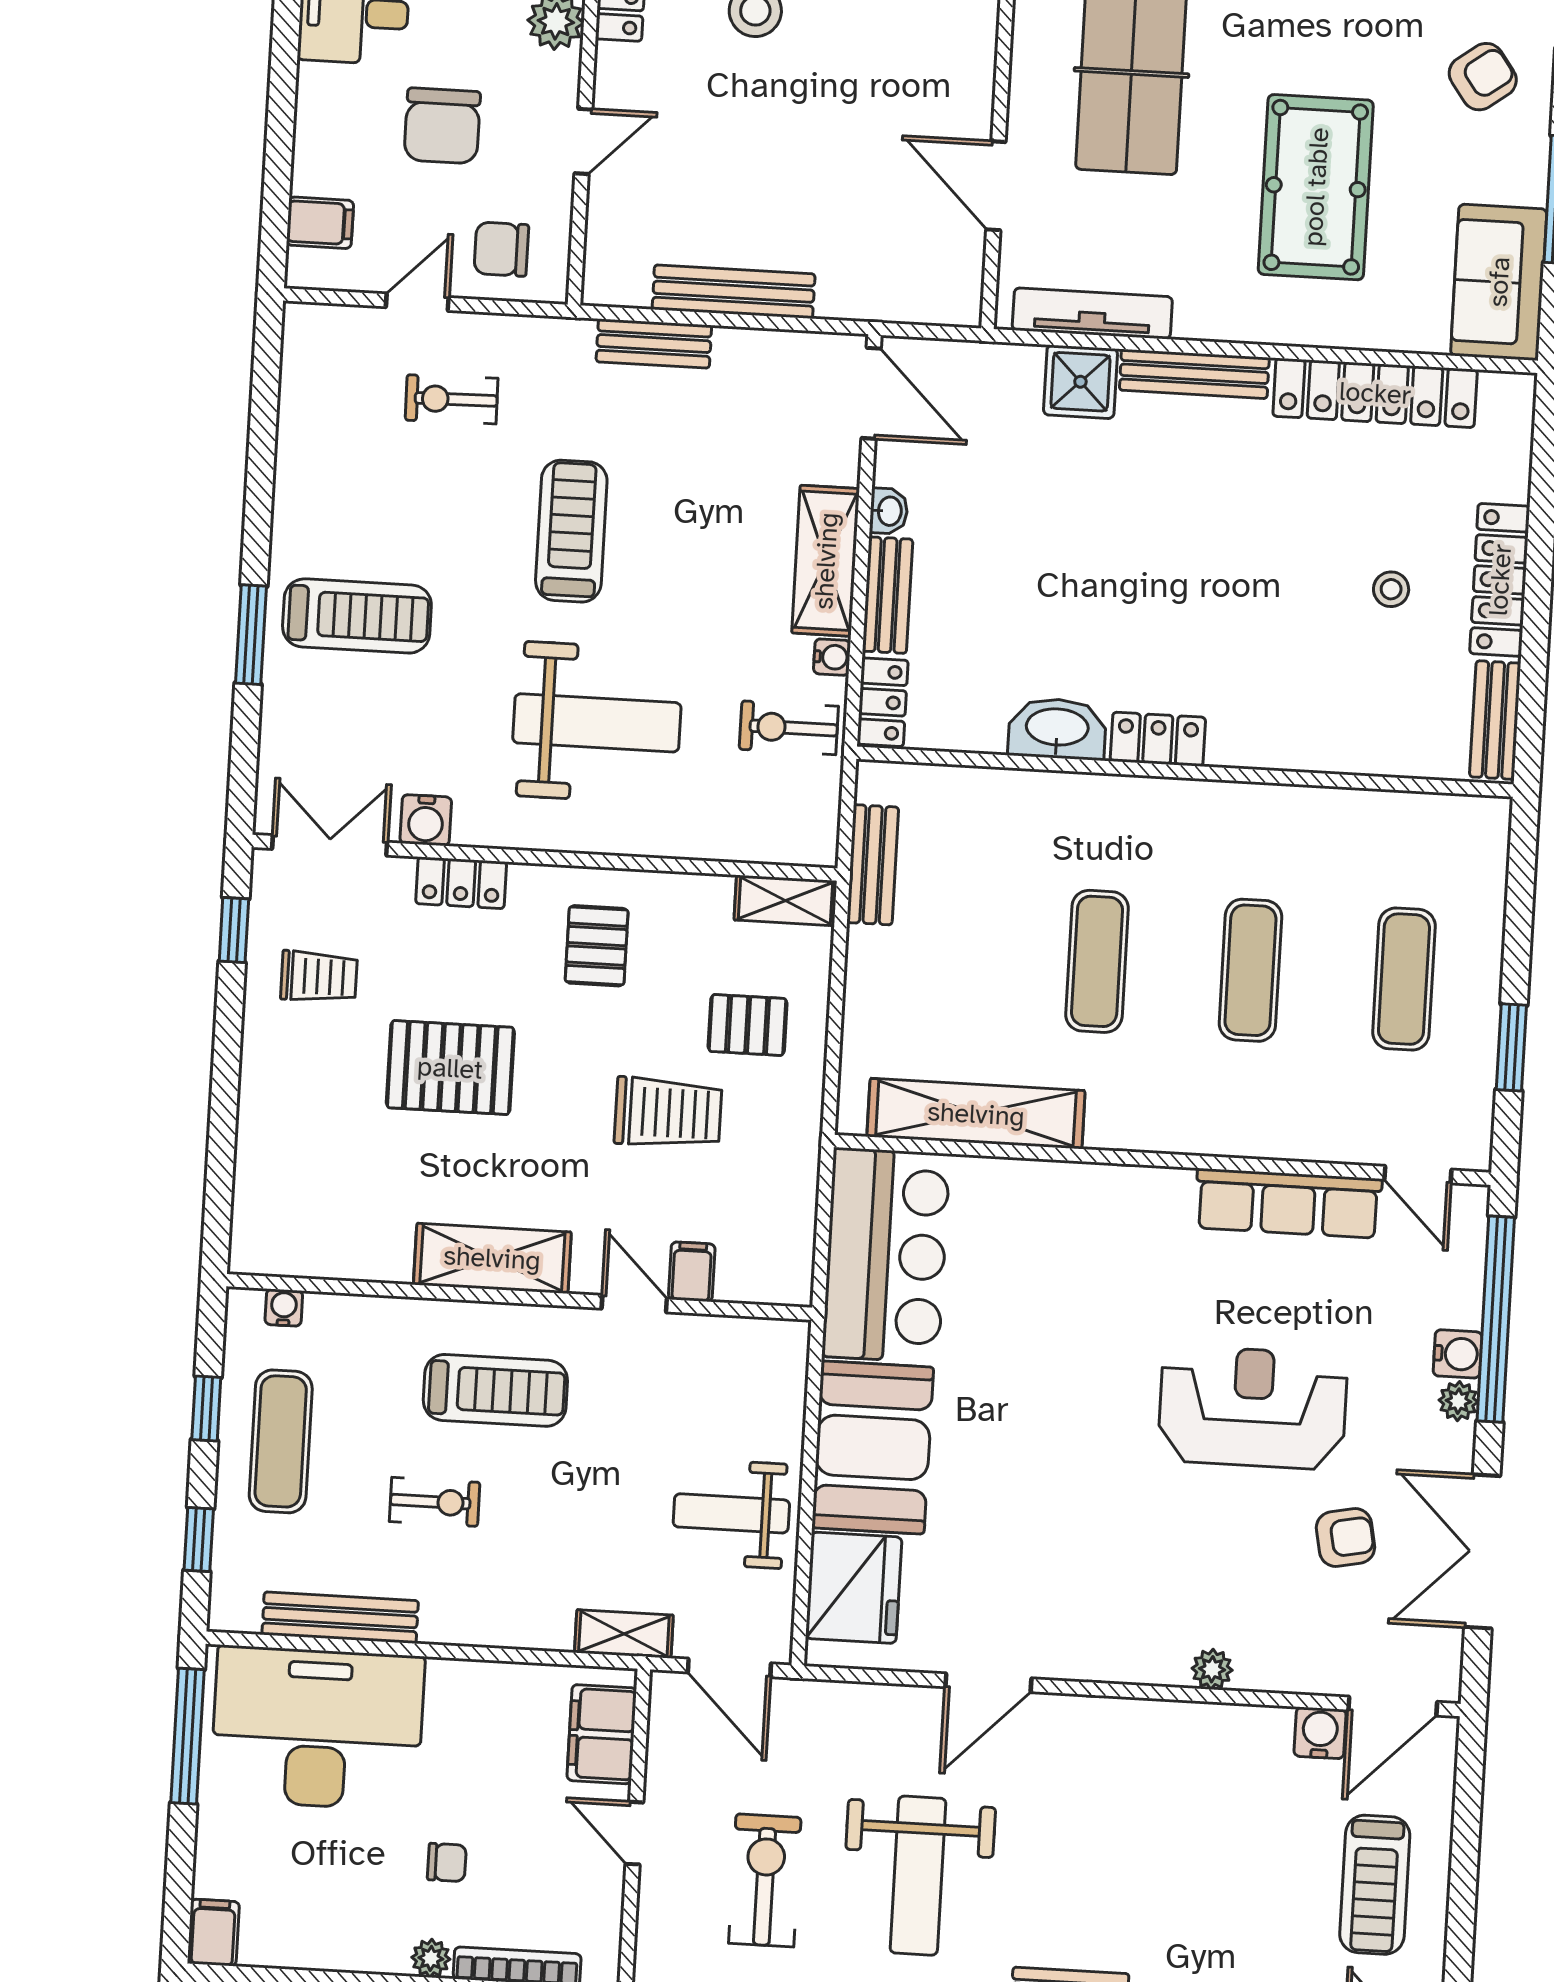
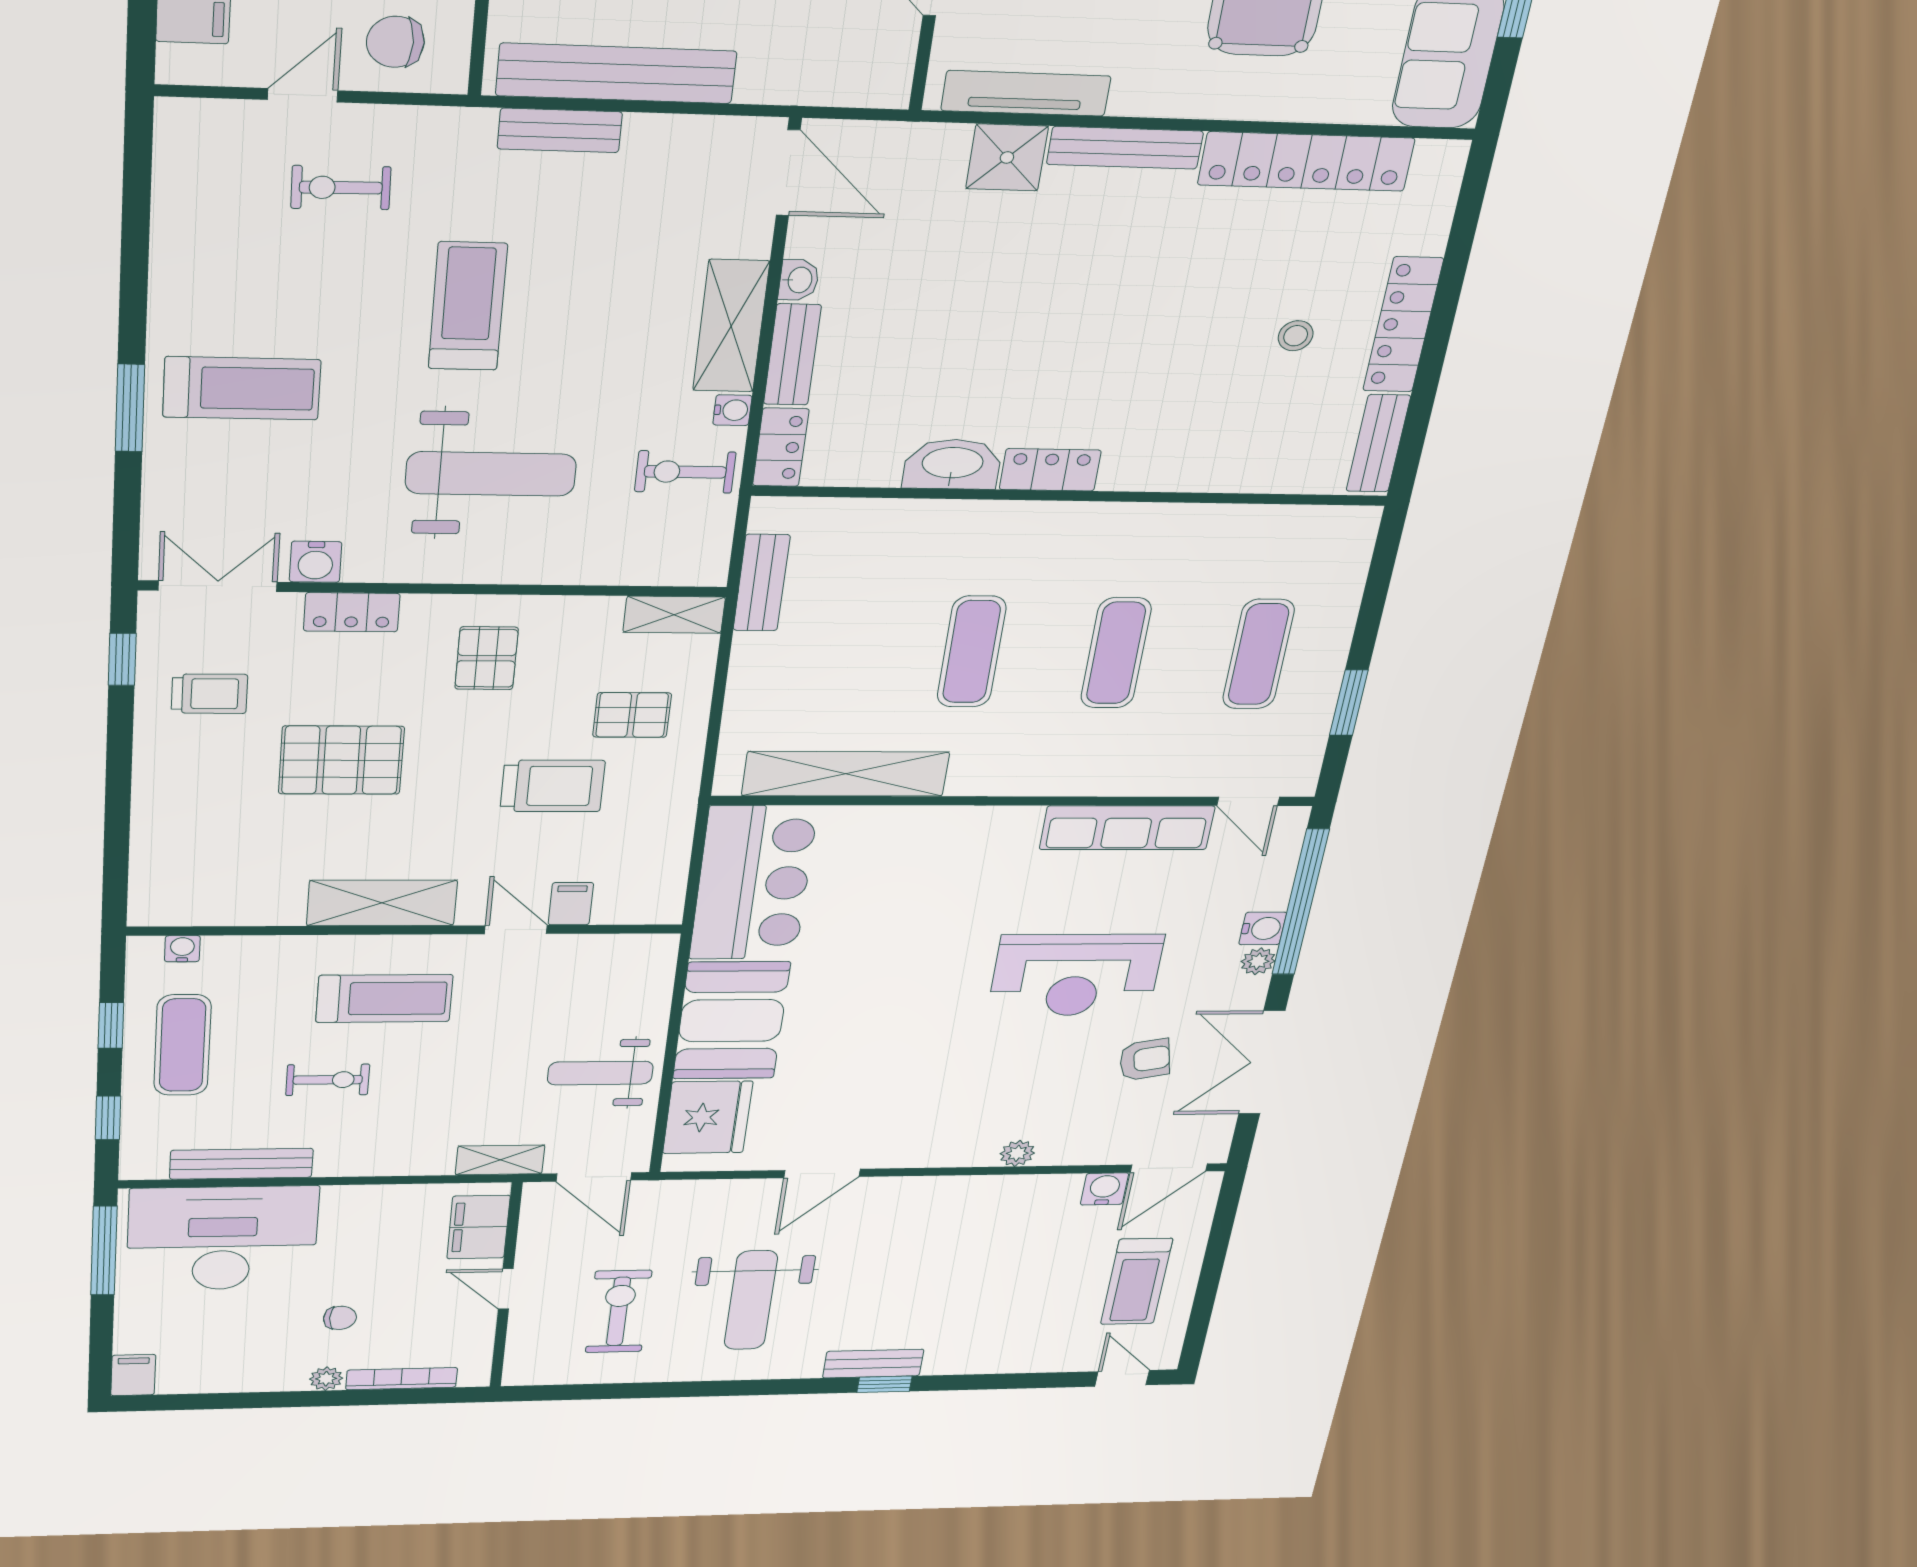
bench: (734, 292) -> (616, 73), width x1.37, depth x1.21
reception desk: (1253, 1408) -> (1076, 975), turned 180

